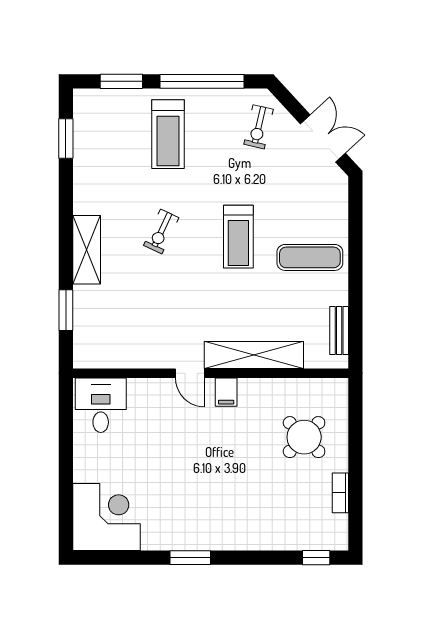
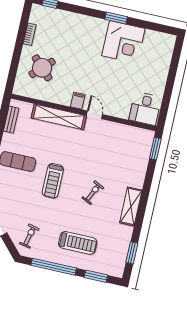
treadmill: (168, 134) -> (78, 243), turned 90
treadmill: (238, 237) -> (53, 181), turned 180
shelving: (87, 250) -> (131, 206), moved
window: (66, 310) -> (155, 149), moved
corner desk: (106, 517) -> (123, 42), moved, turned -90

